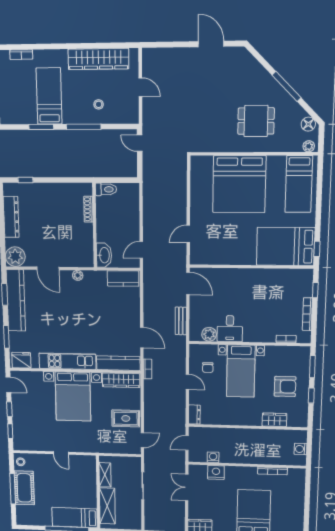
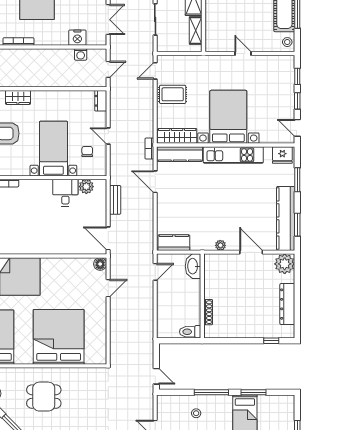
floor lamp: (196, 258) -> (100, 264), added

